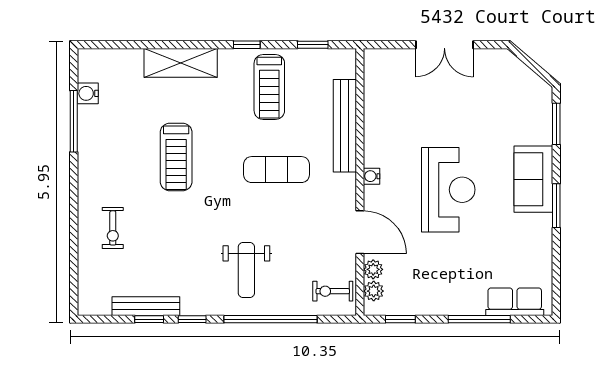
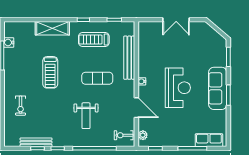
treadmill: (269, 87) -> (94, 40), turned 90
sofa: (533, 179) -> (218, 88), width x1.36
plant: (373, 269) -> (143, 125), removed
weight bench: (246, 270) -> (86, 116), moved

